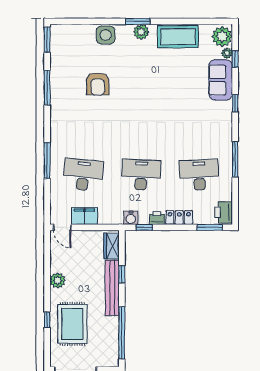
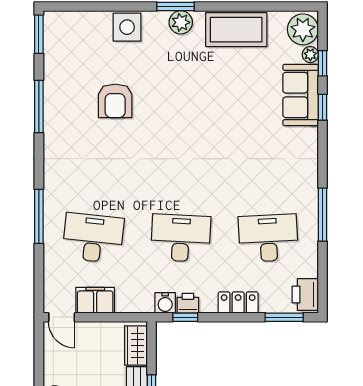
window: (235, 103) -> (322, 107), moved
printer: (157, 218) -> (188, 303), moved

